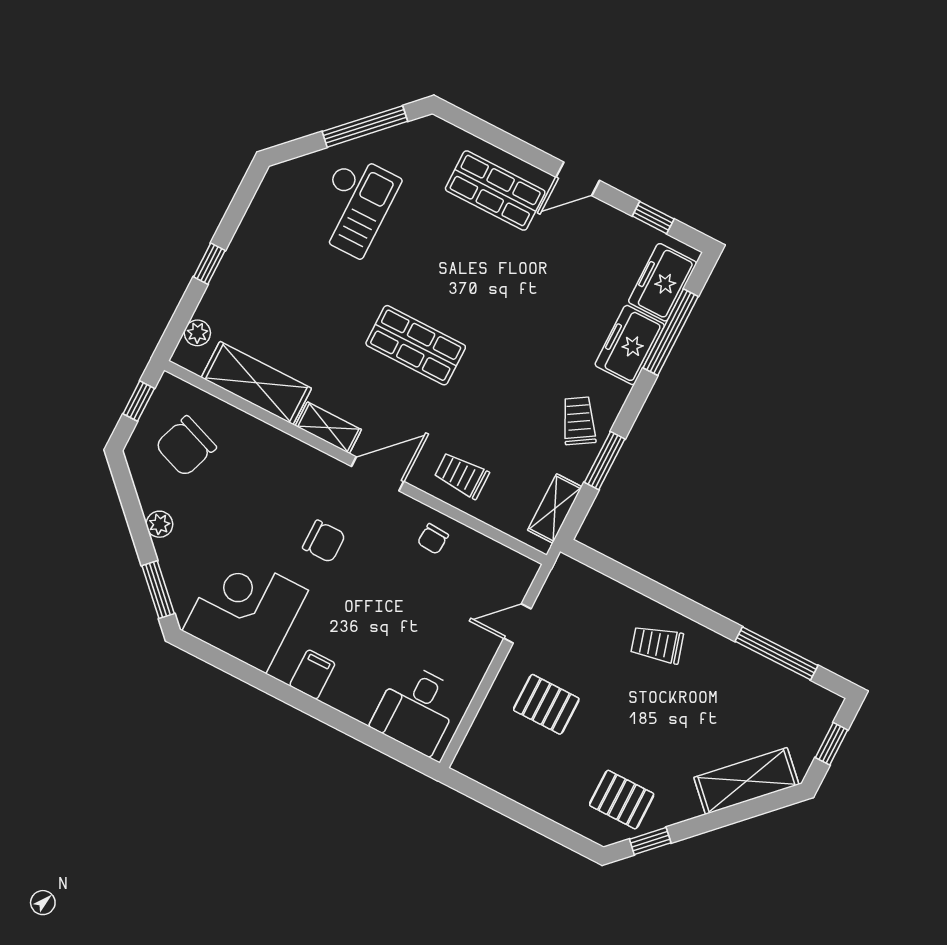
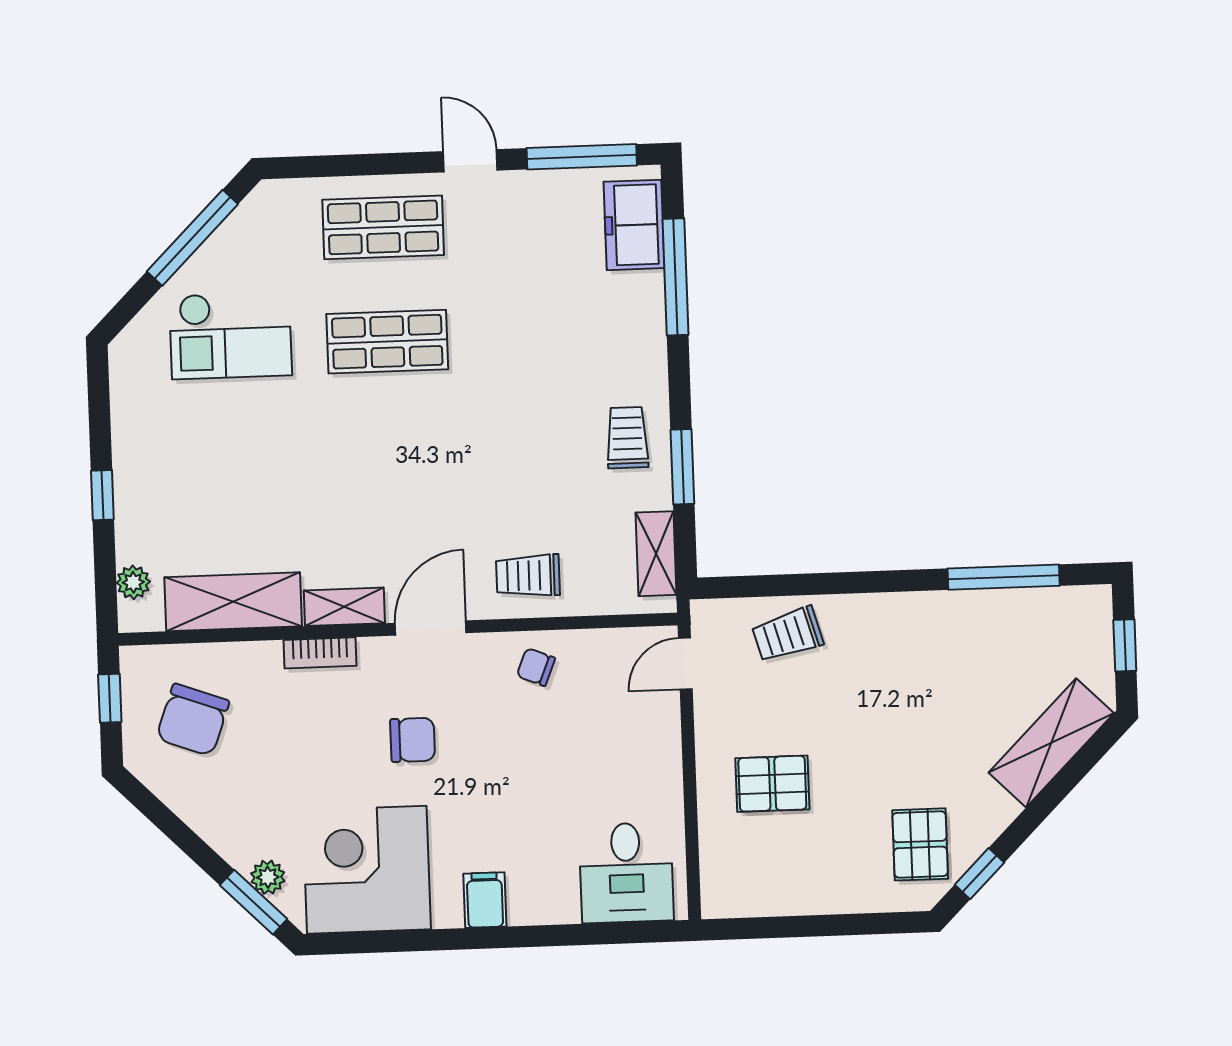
door: (578, 179) -> (470, 161), swing flipped
checkout: (354, 205) -> (231, 335), turned 90
window: (653, 218) -> (582, 157), width x2.17
shop shelf: (416, 345) -> (387, 342), moved
freezer: (630, 345) -> (637, 318), removed
trolley: (579, 421) -> (627, 438), turned 32
bookcase: (295, 449) -> (320, 653), added
plant: (159, 524) -> (268, 877), moved
chair: (433, 539) -> (536, 667), turned 108
door: (517, 623) -> (685, 664), moved
trolley: (657, 644) -> (788, 634), moved
pallet: (622, 800) -> (920, 844), turned 90

